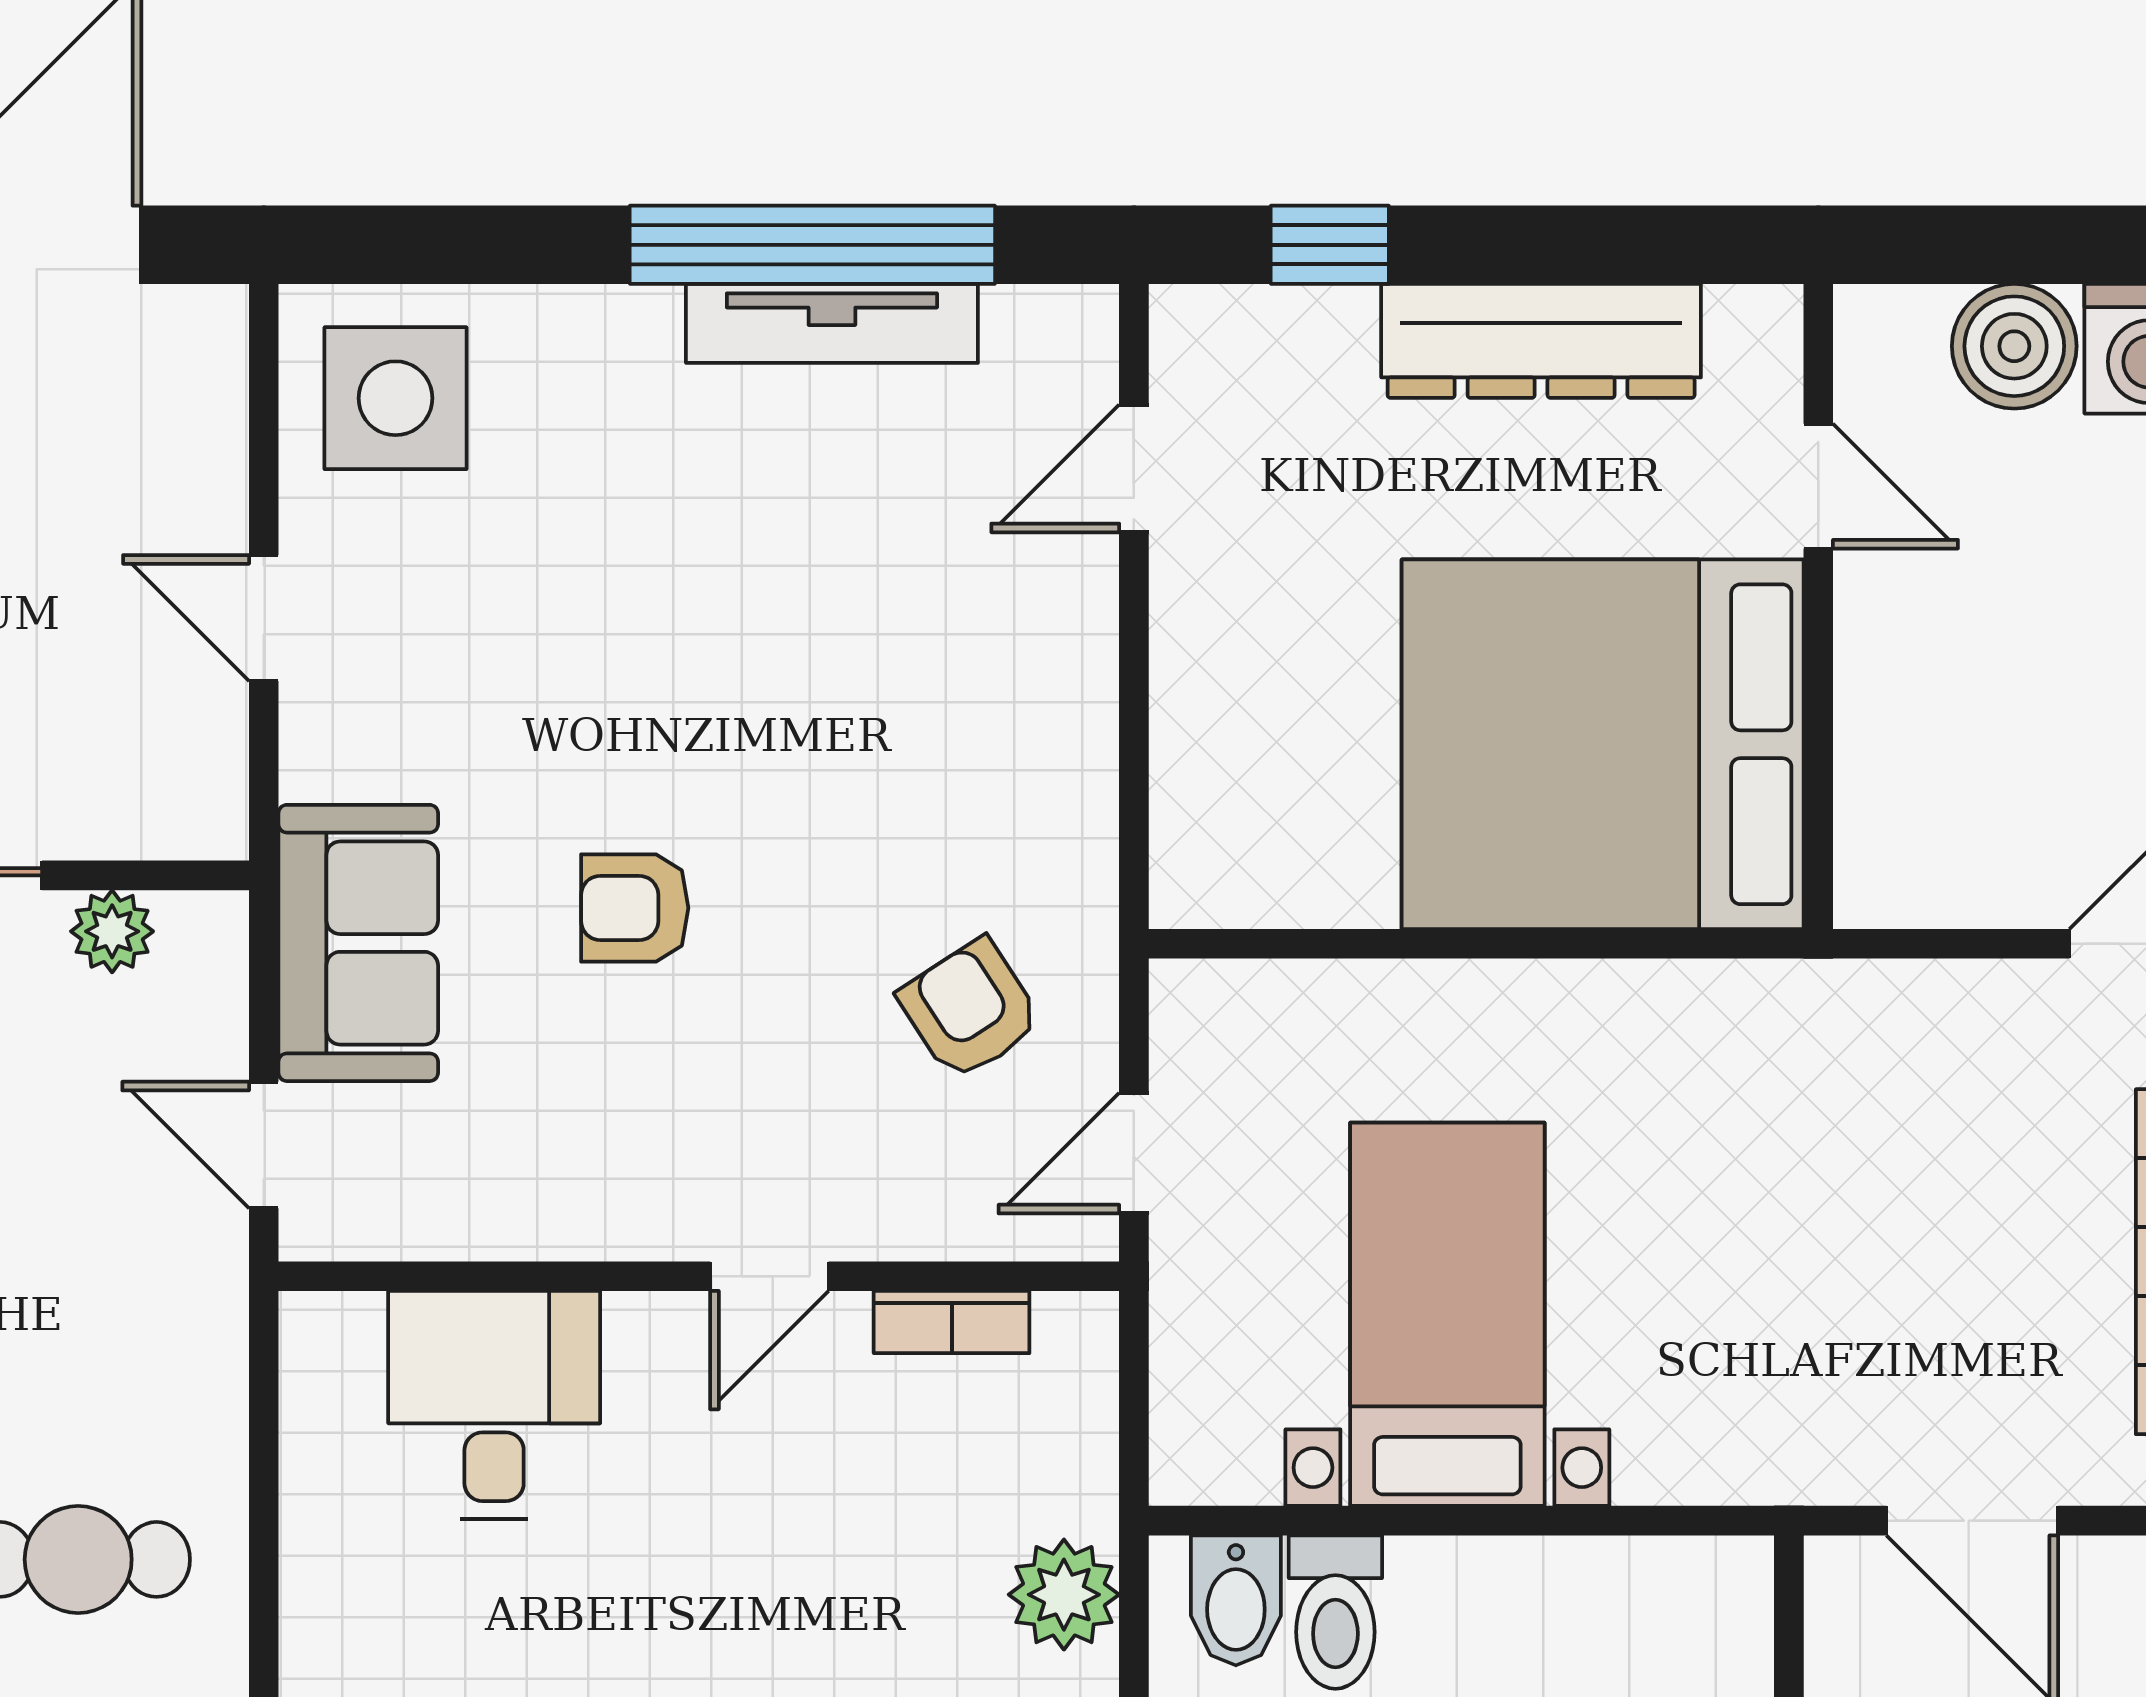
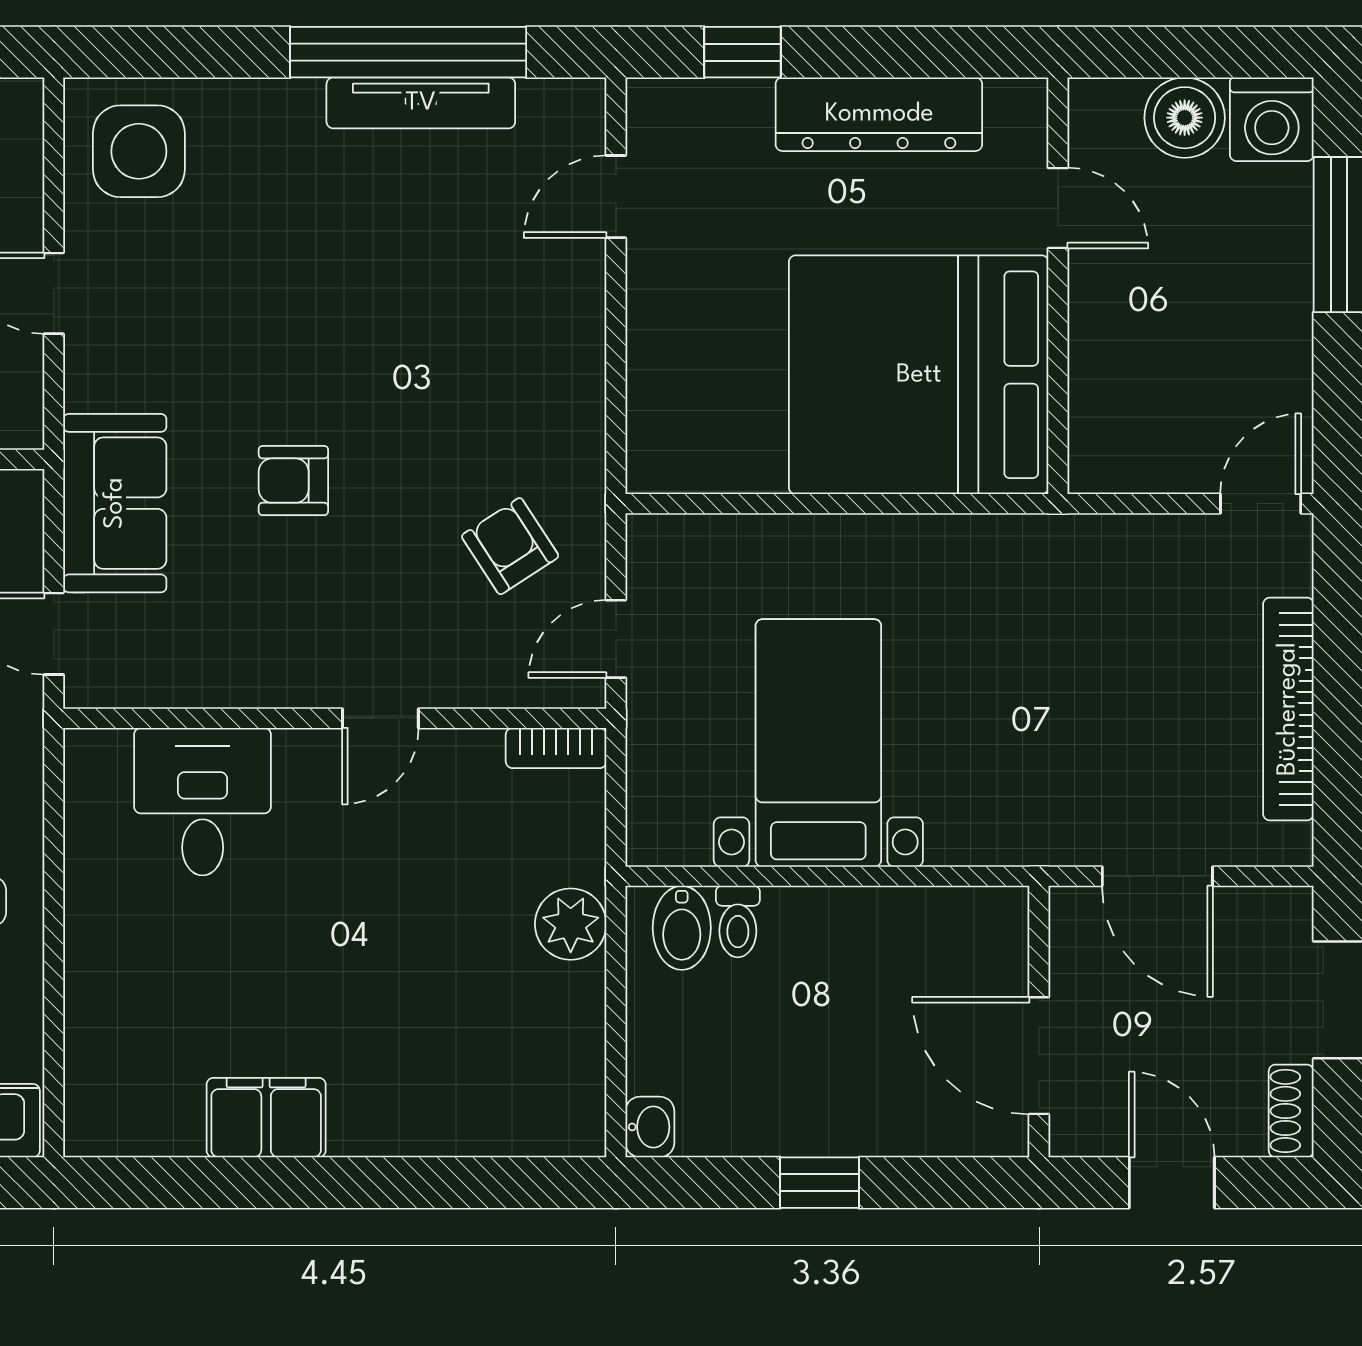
bookcase: (952, 1322) -> (556, 748), moved
toilet: (1335, 1612) -> (738, 922), width x0.73, depth x0.72

